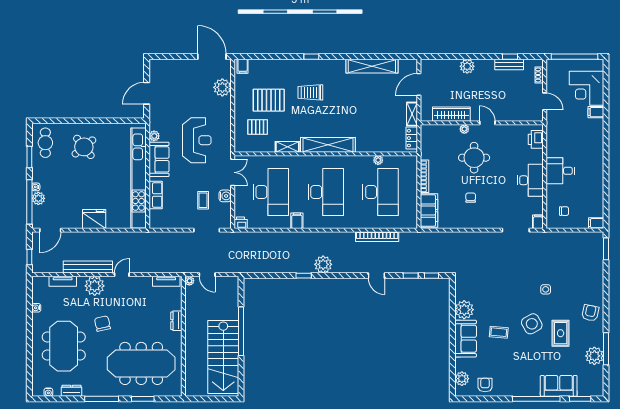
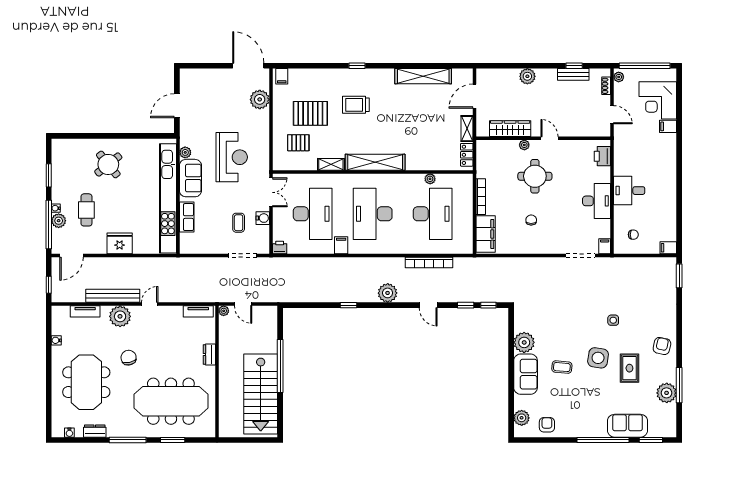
plant: (551, 67) -> (619, 77), added
cafe table: (45, 143) -> (86, 210), moved
desk: (326, 192) -> (373, 214), turned 180
plant: (323, 264) -> (388, 293), moved
side table: (532, 324) -> (598, 358), turned 38

